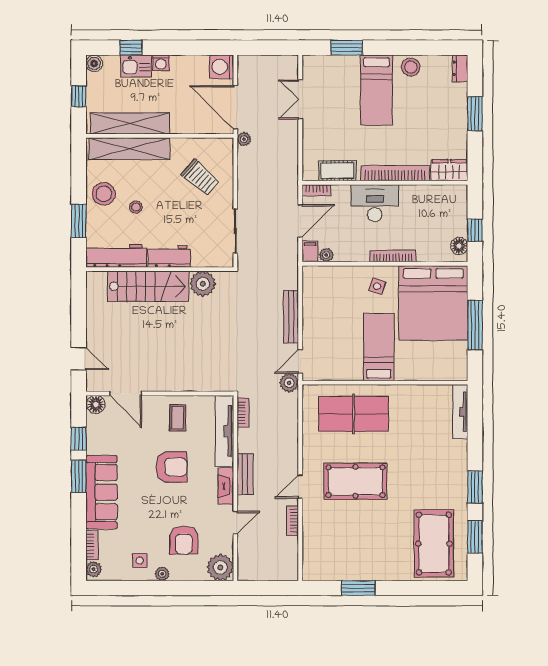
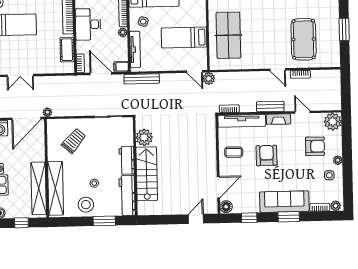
plant: (326, 255) -> (123, 32), moved
tv unit: (335, 273) -> (135, 49), added
bench: (291, 317) -> (142, 79), moved
bed: (379, 347) -> (184, 37), moved
window: (79, 476) -> (289, 217), moved
pool table: (355, 481) -> (304, 39), moved

